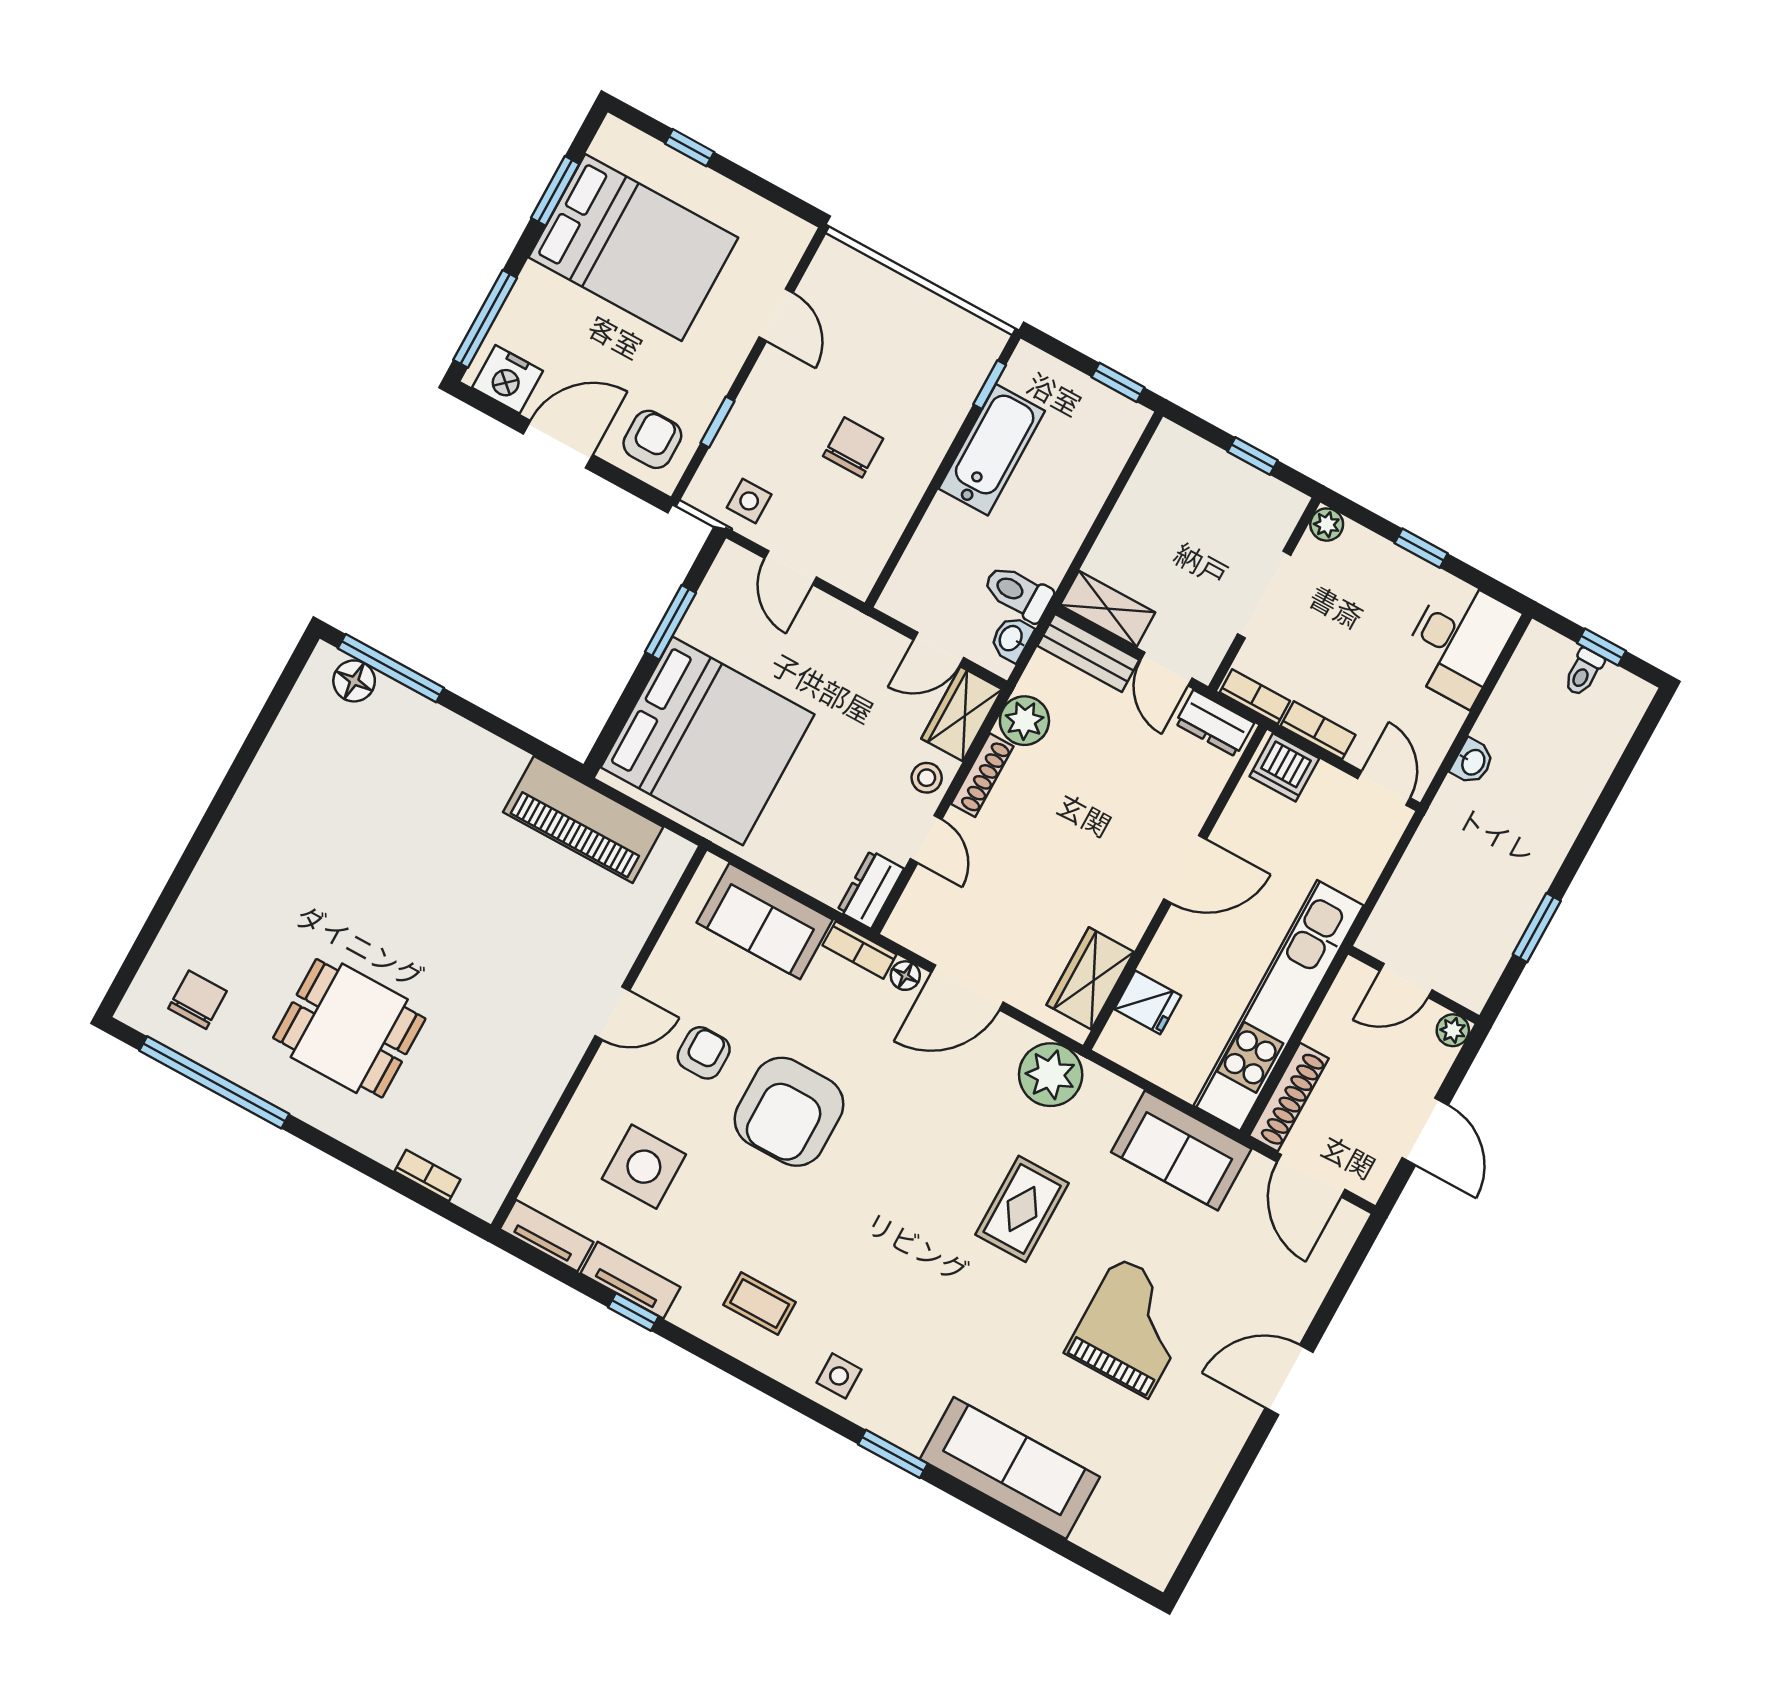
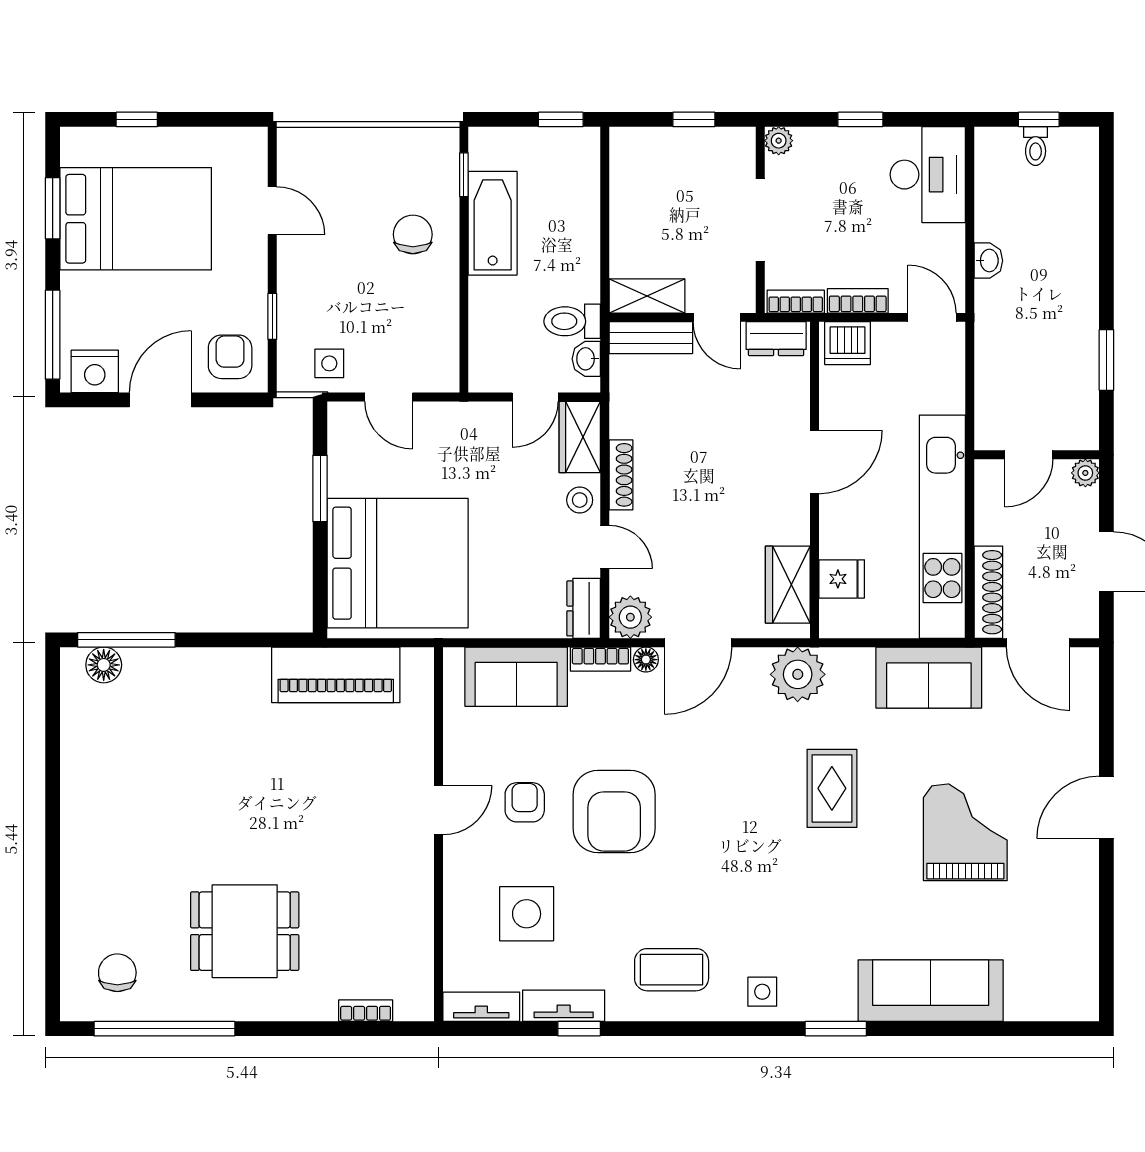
chair: (853, 447) -> (413, 234), moved
plant: (1024, 721) -> (630, 617), moved
coffee table: (760, 1303) -> (672, 970), width x1.36, depth x1.30

